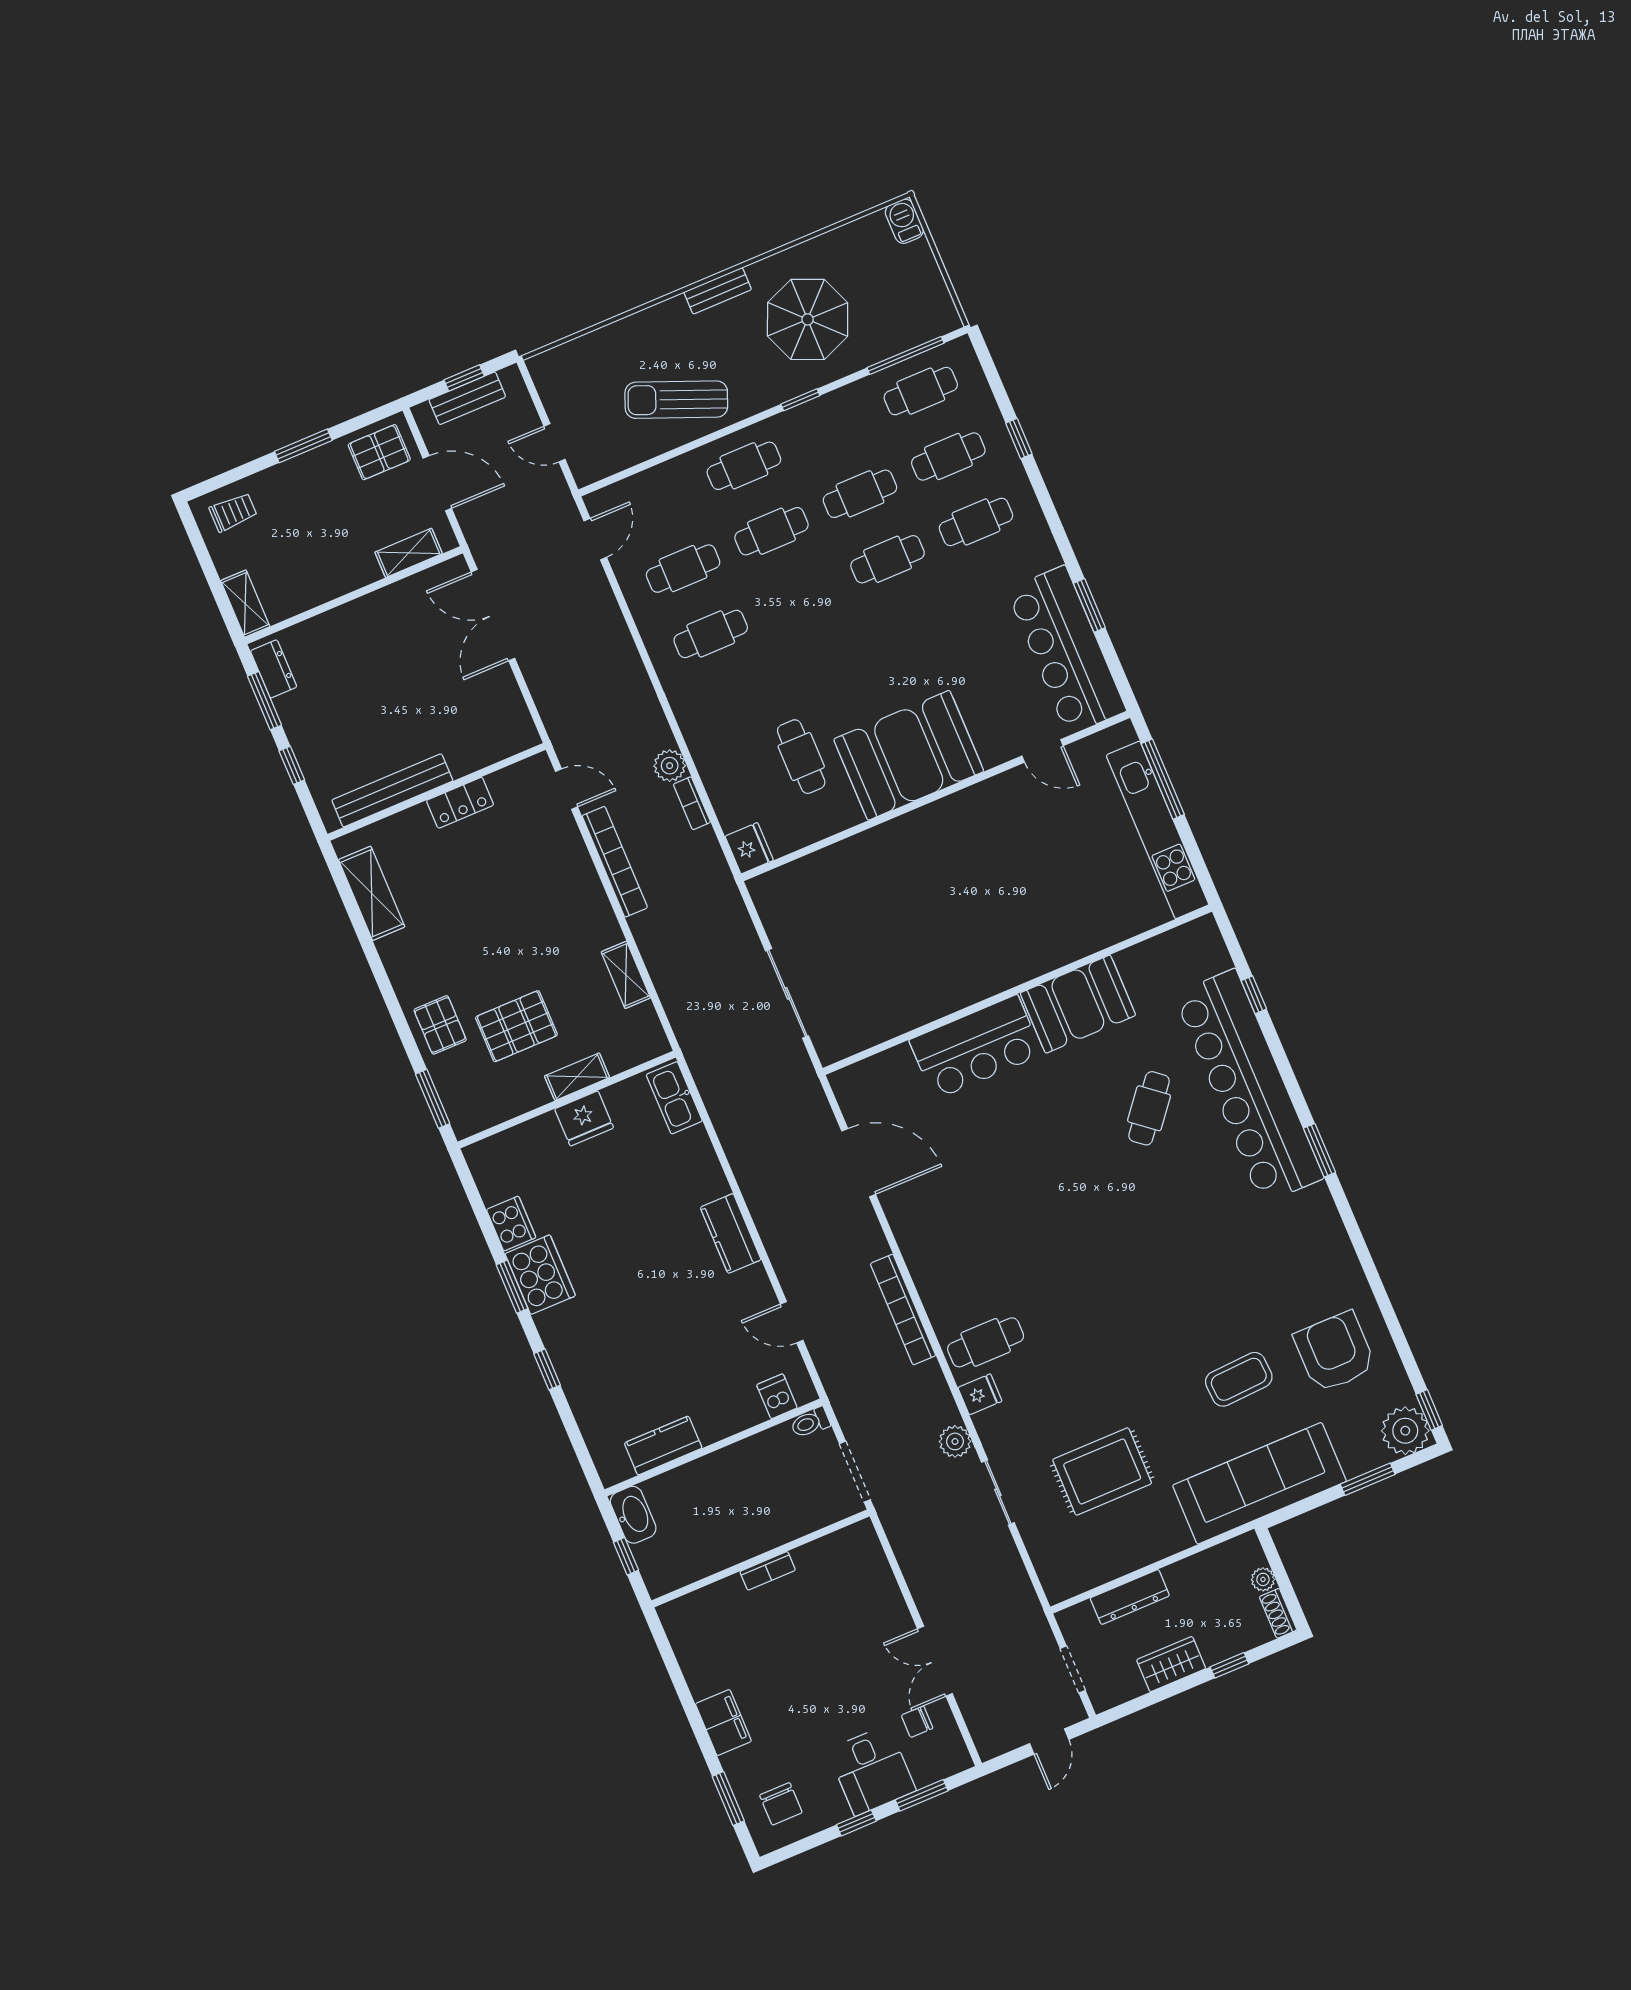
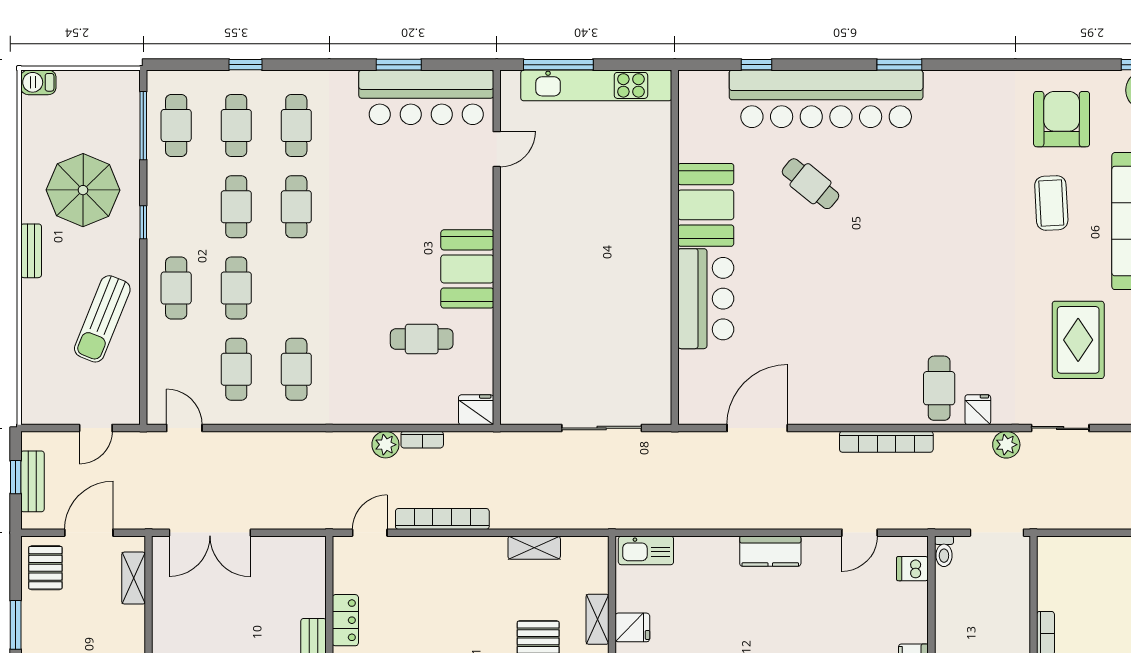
booth: (909, 755) -> (467, 269), width x0.73, depth x0.70
fridge: (584, 1118) -> (632, 627), width x0.72
armchair: (1335, 1352) -> (1062, 119), turned 90

